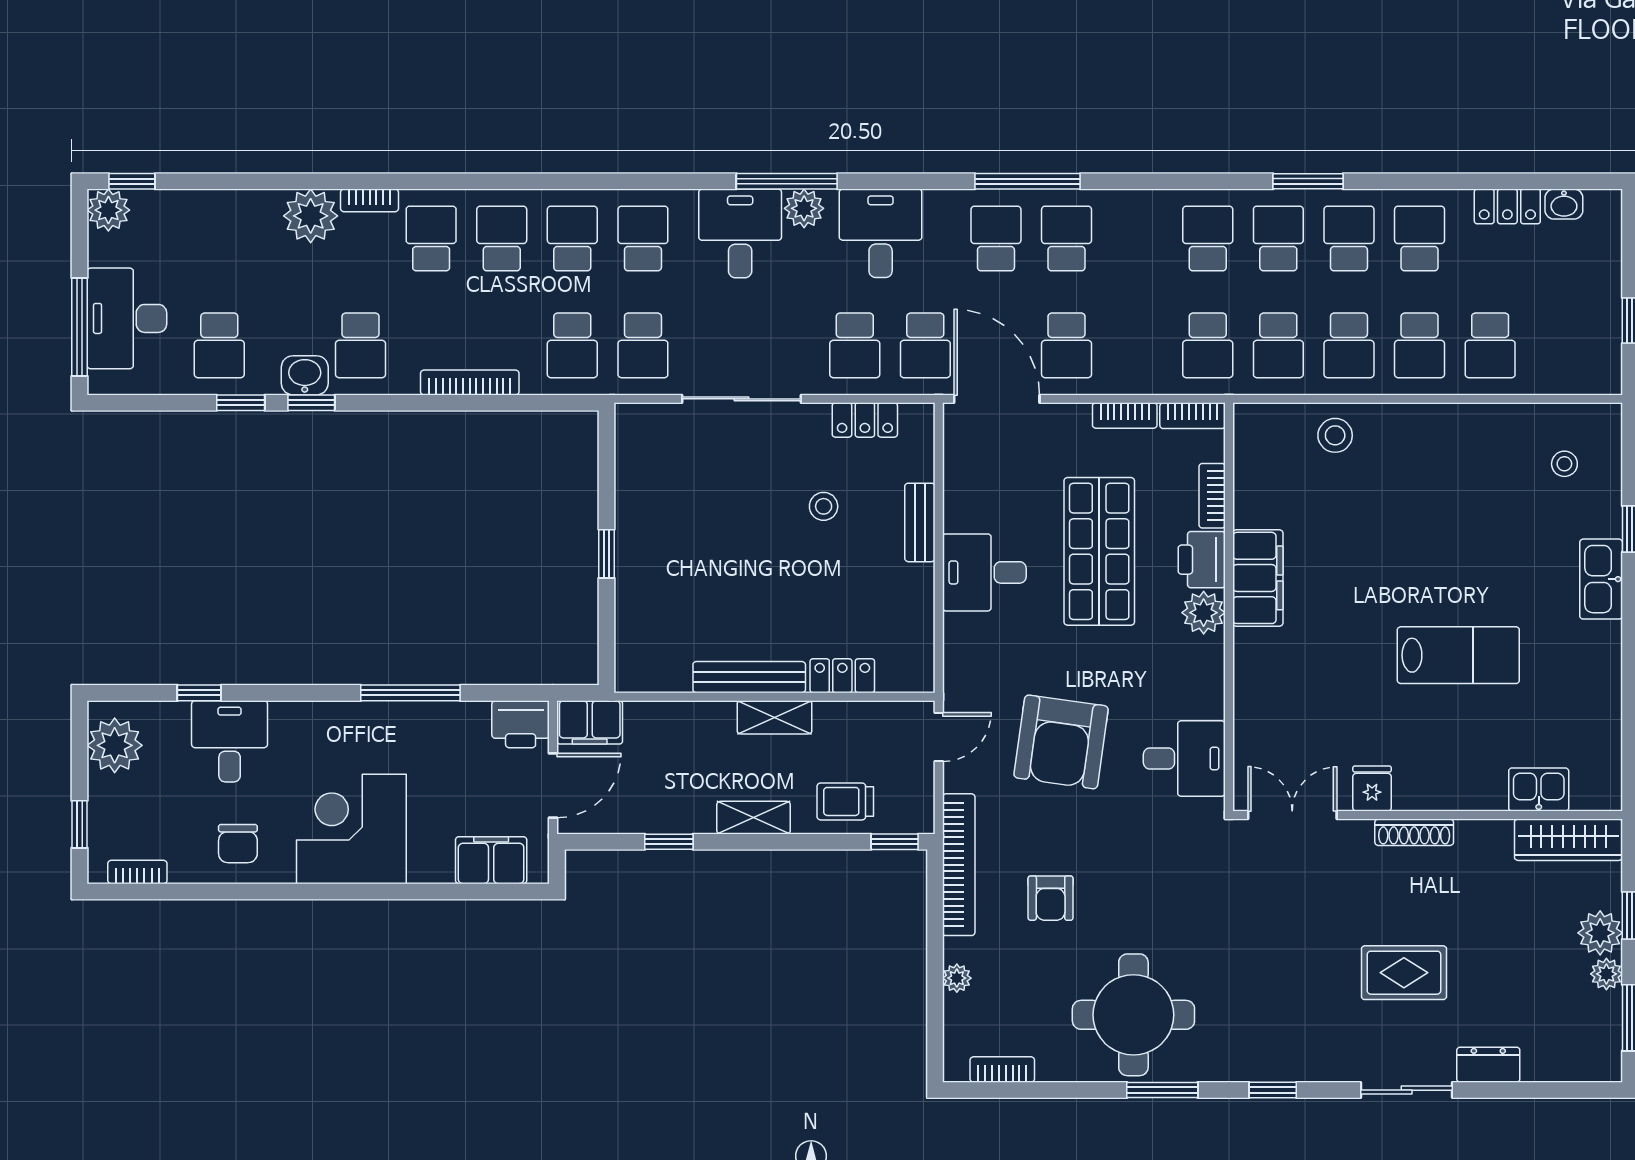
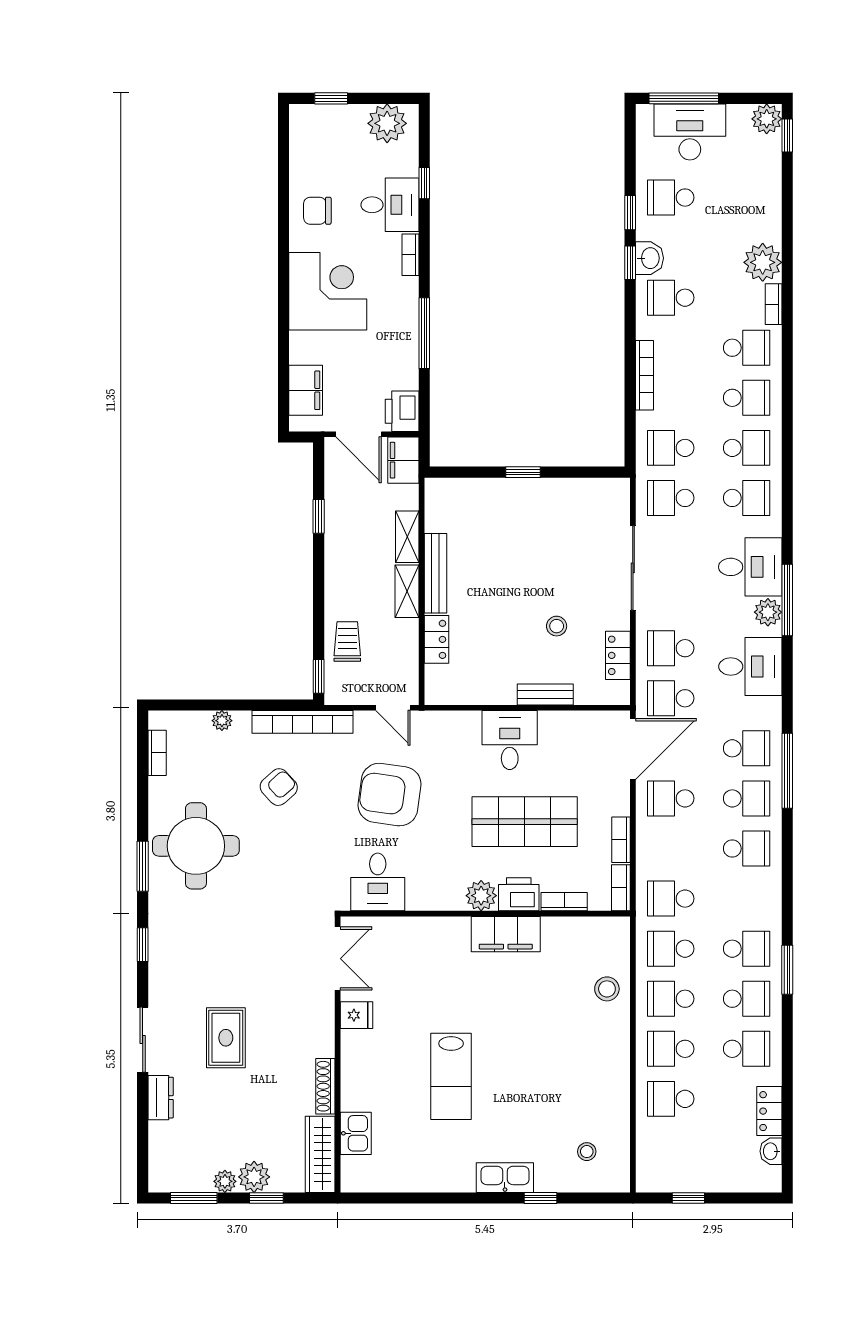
school desk: (1208, 239) -> (747, 849), moved
shelving: (754, 818) -> (407, 537), moved
shoe rack: (1414, 832) -> (325, 1086), moved
bookcase: (137, 872) -> (410, 255), moved, turned 180
armchair: (1051, 898) -> (279, 787), turned 138

